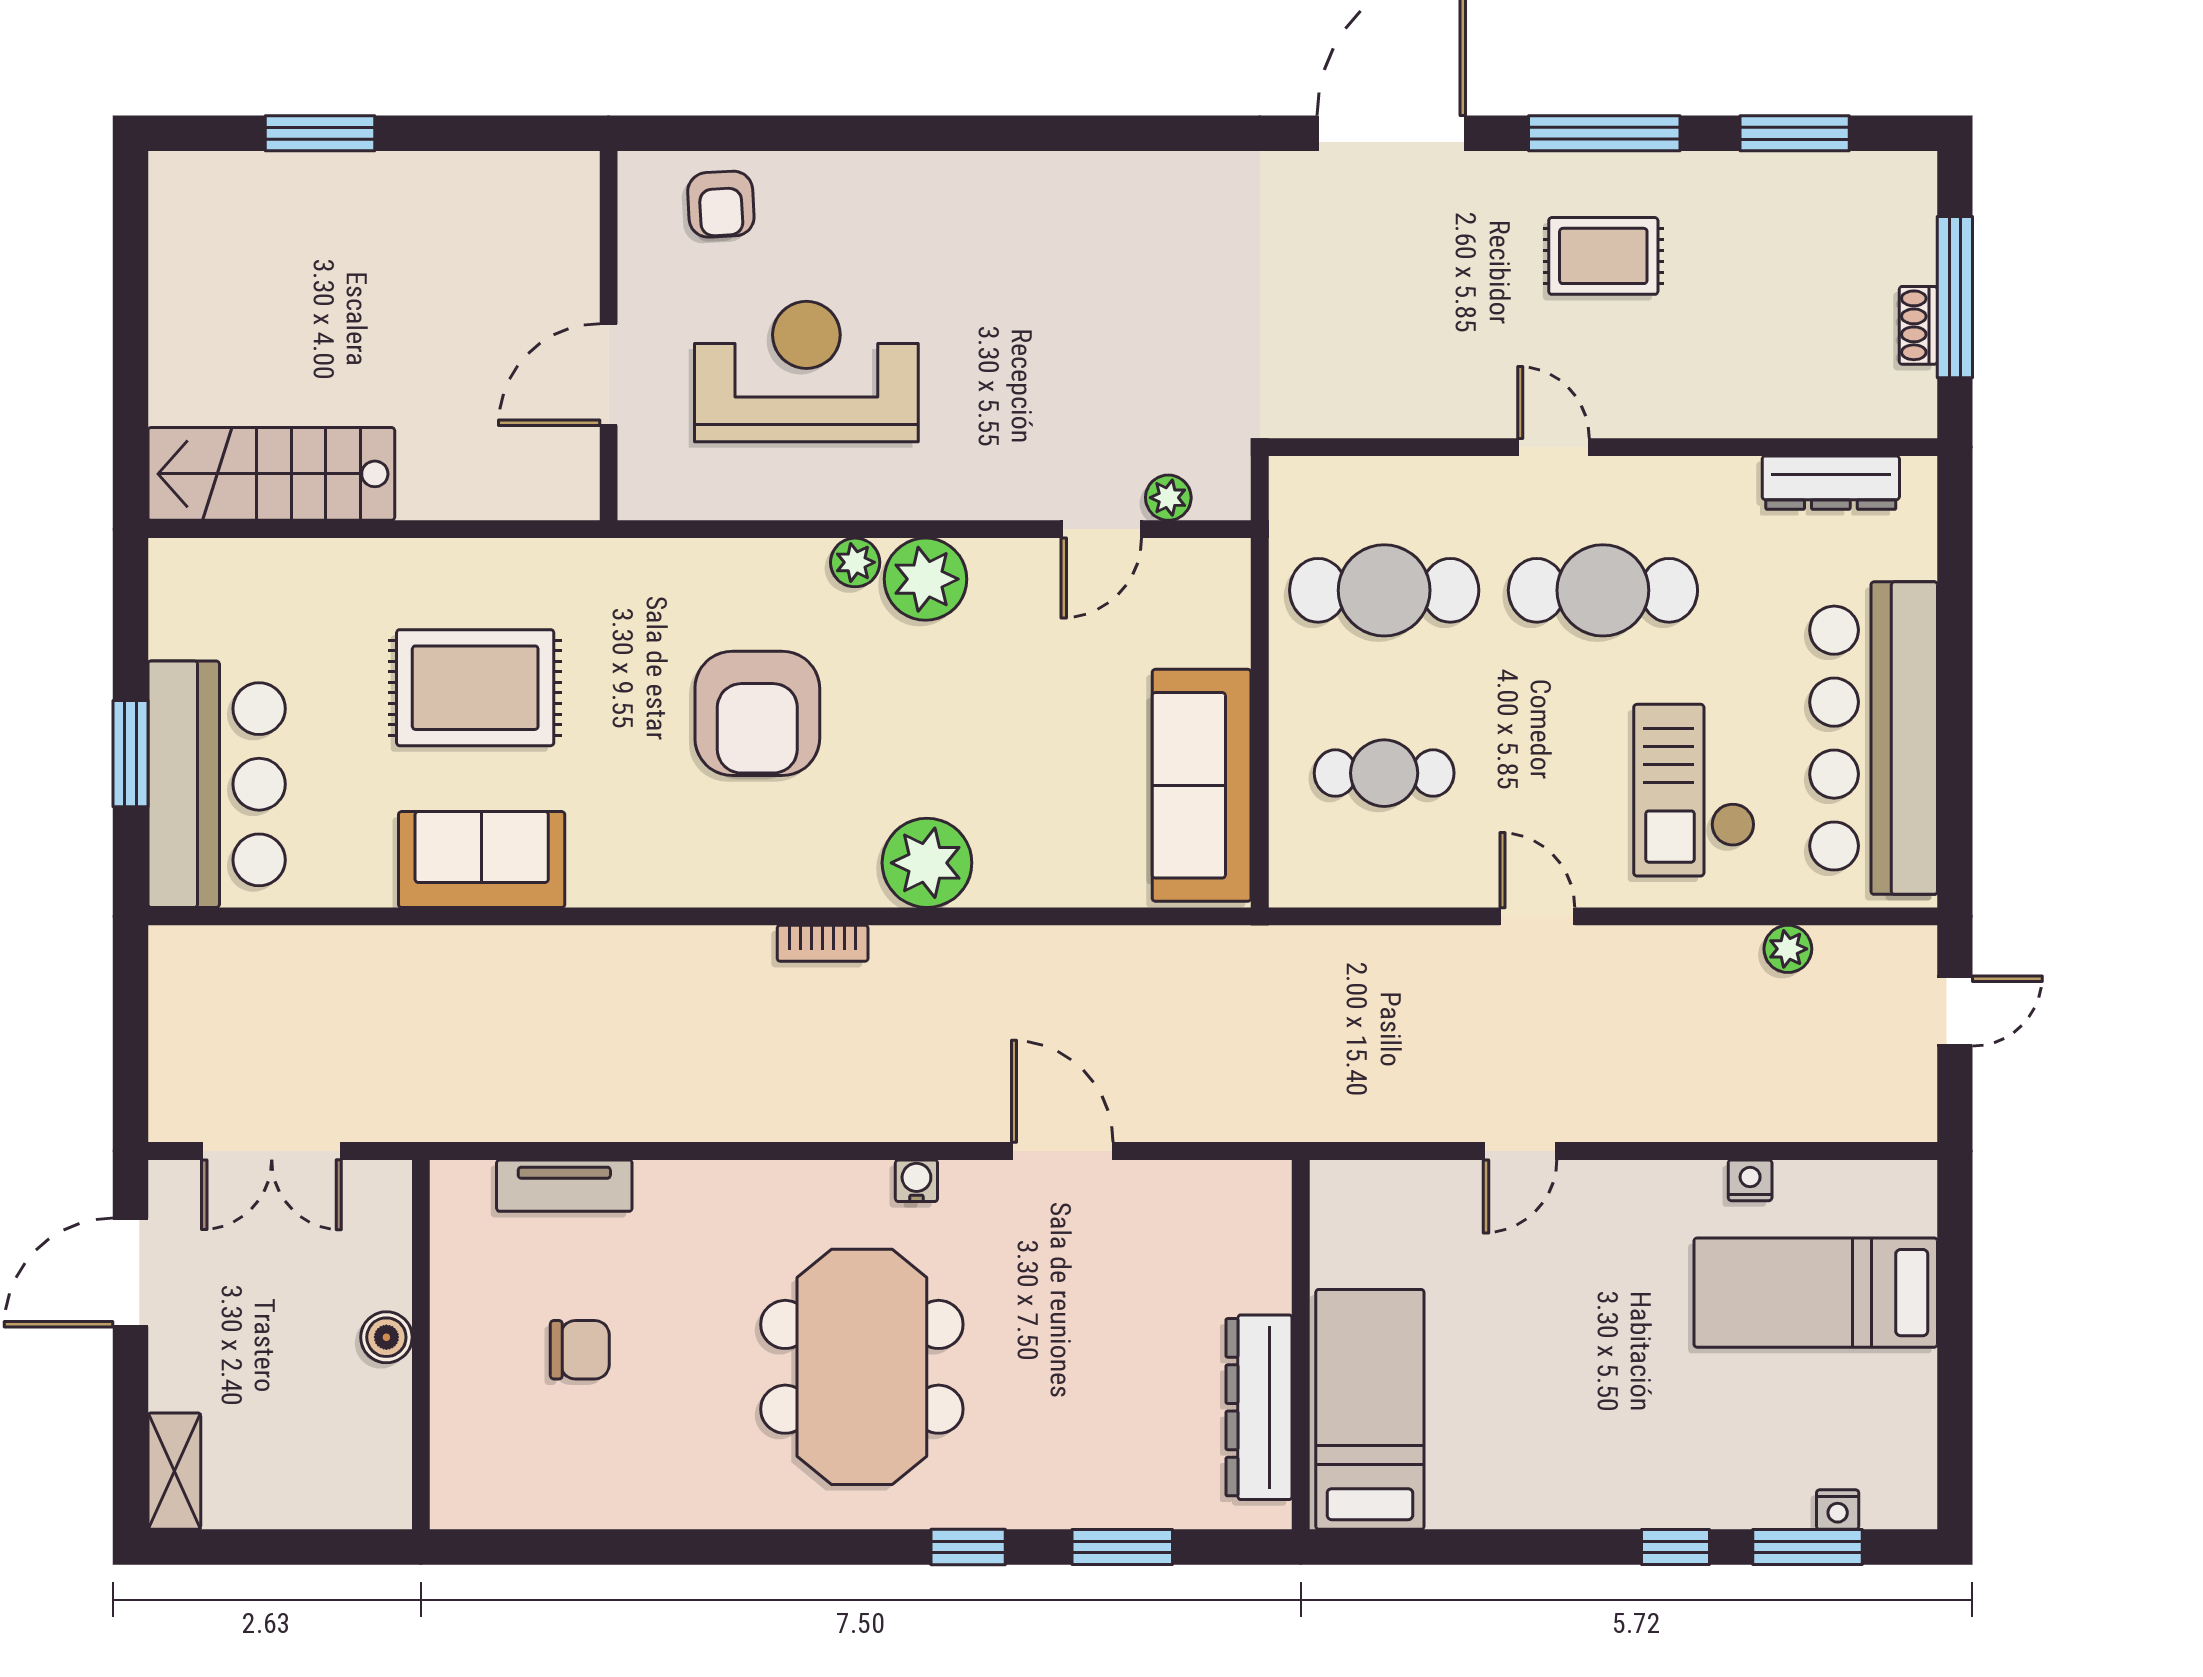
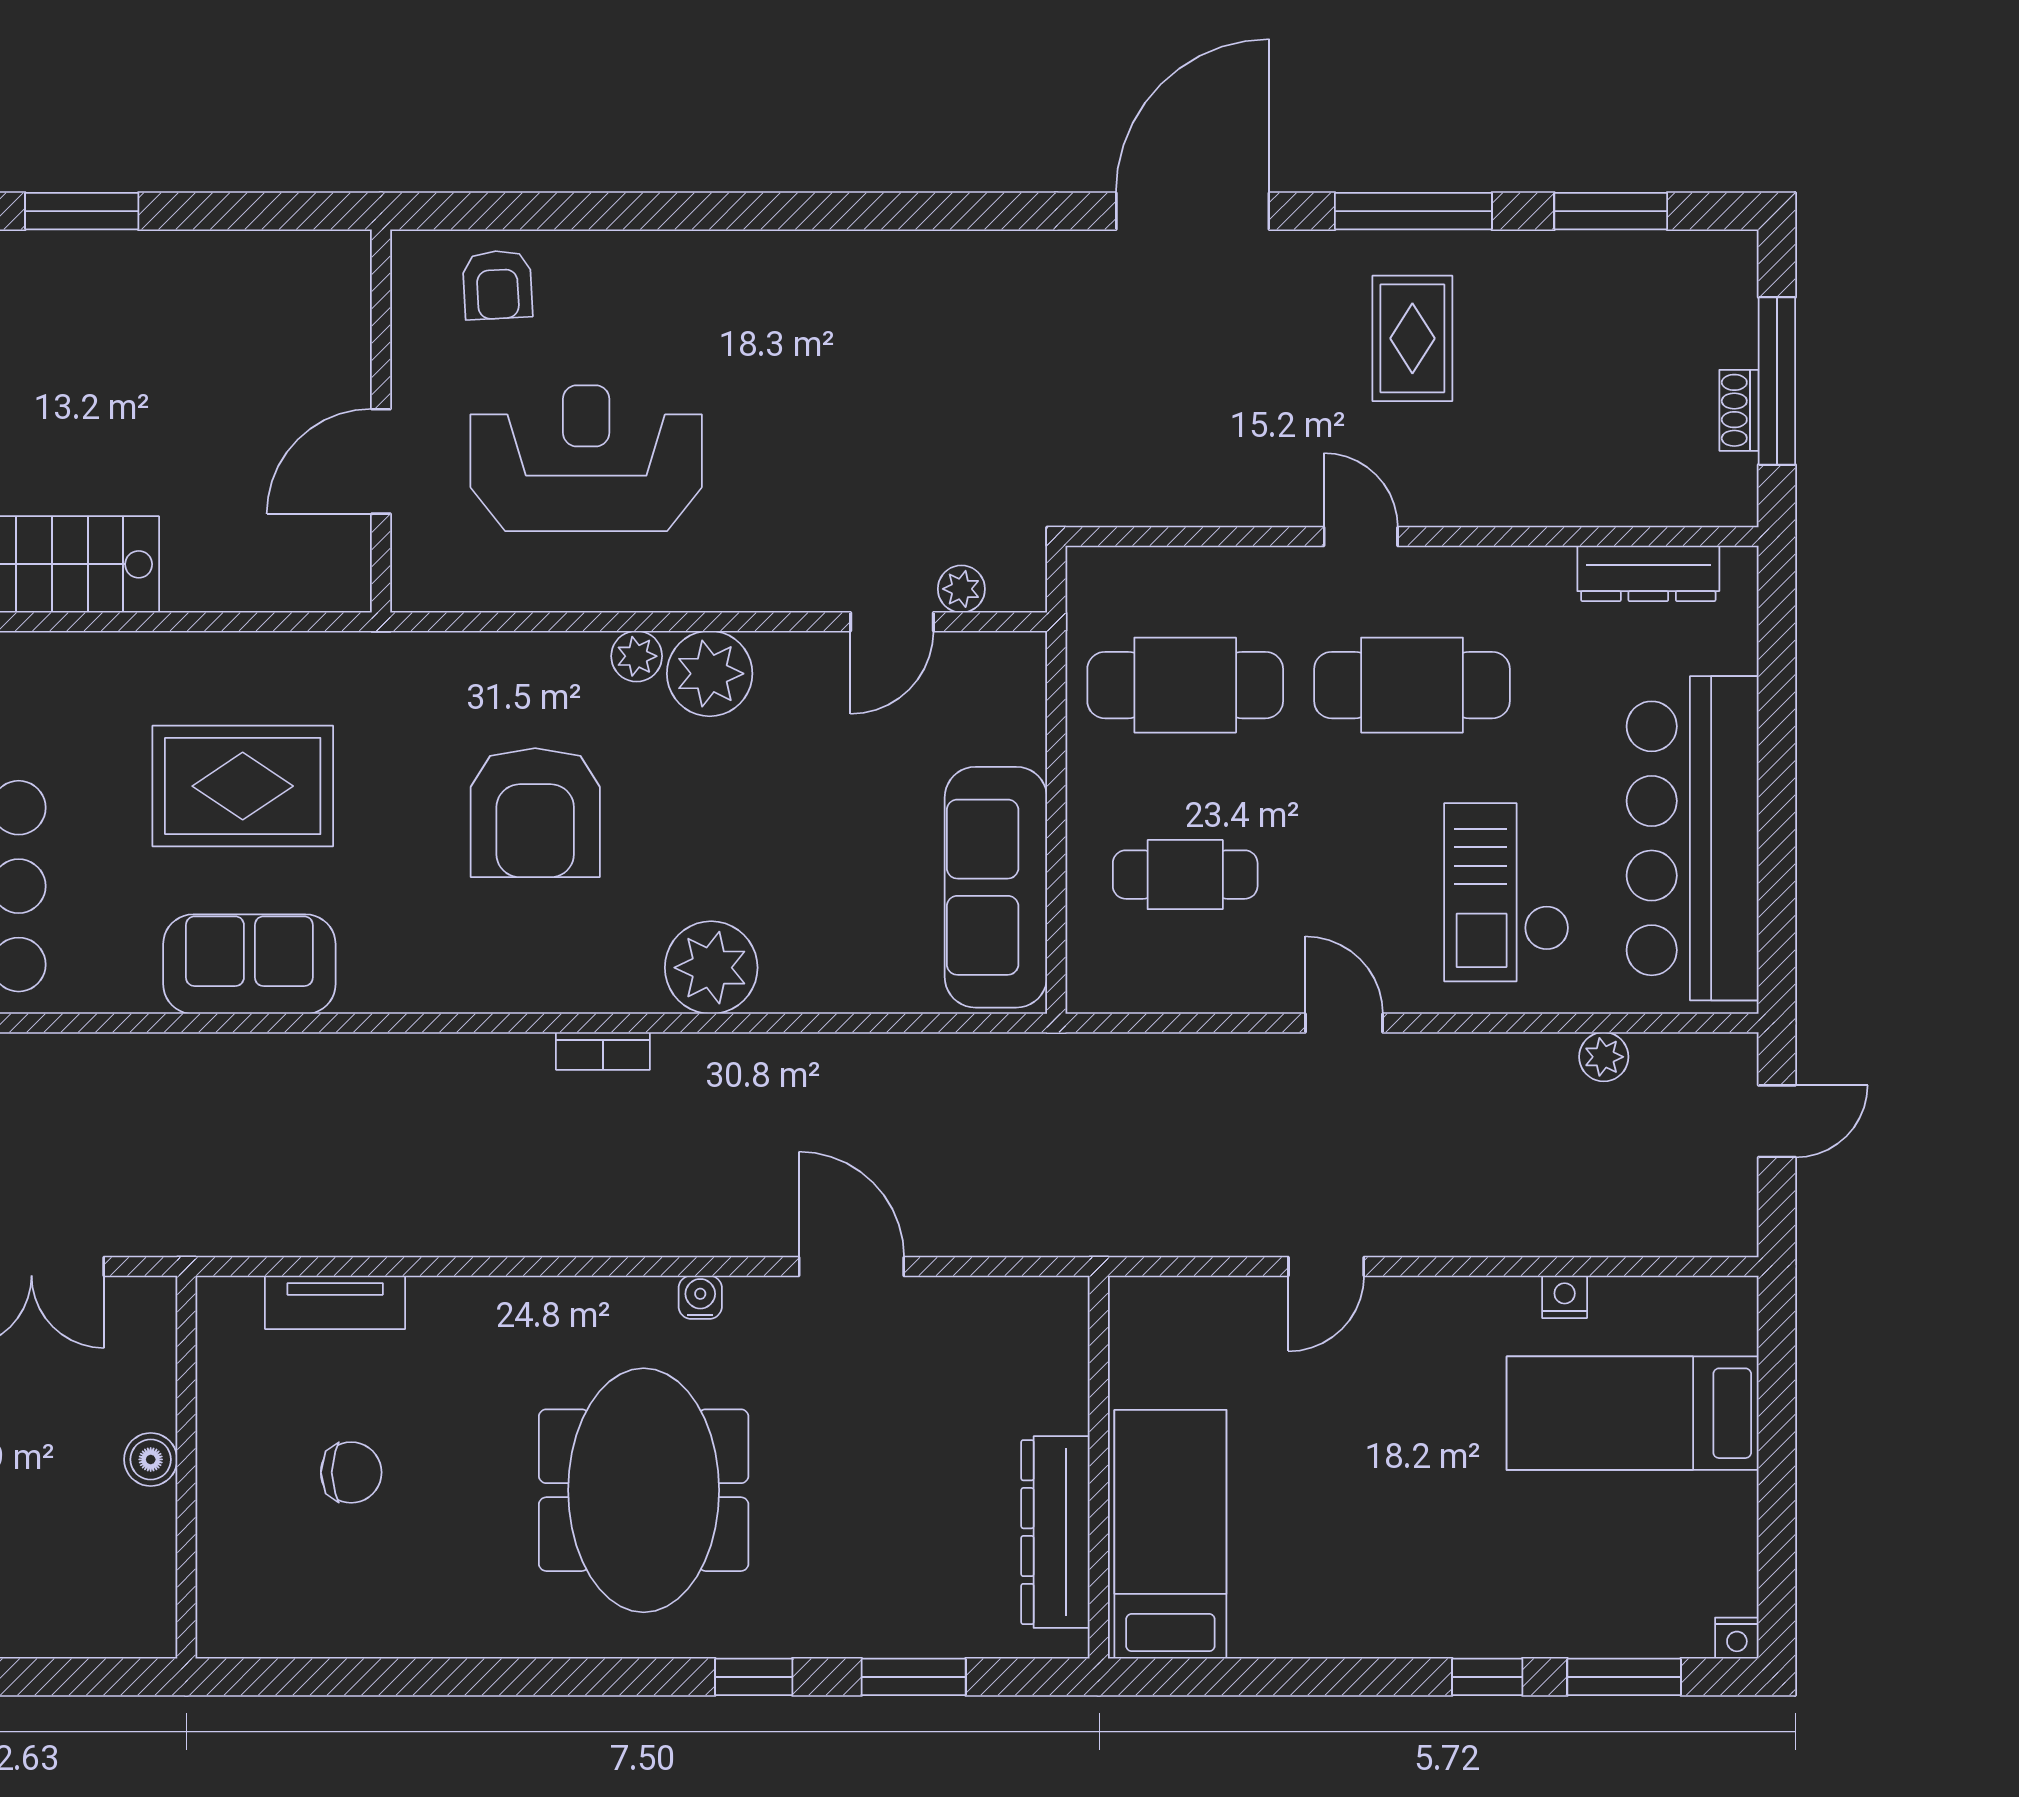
rug: (1603, 256) -> (1412, 338), turned 90
nightstand: (1838, 1510) -> (1737, 1638), moved

